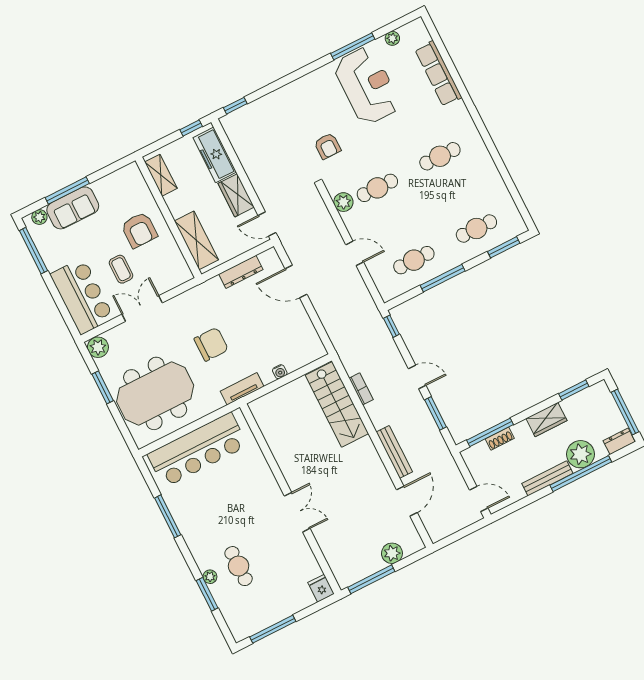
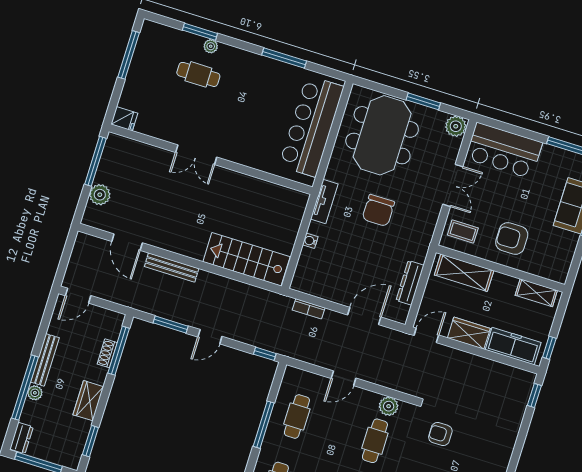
coffee table: (121, 269) -> (463, 232), moved
bookcase: (361, 389) -> (309, 309), moved
plant: (580, 454) -> (35, 393), width x0.53, depth x0.53

